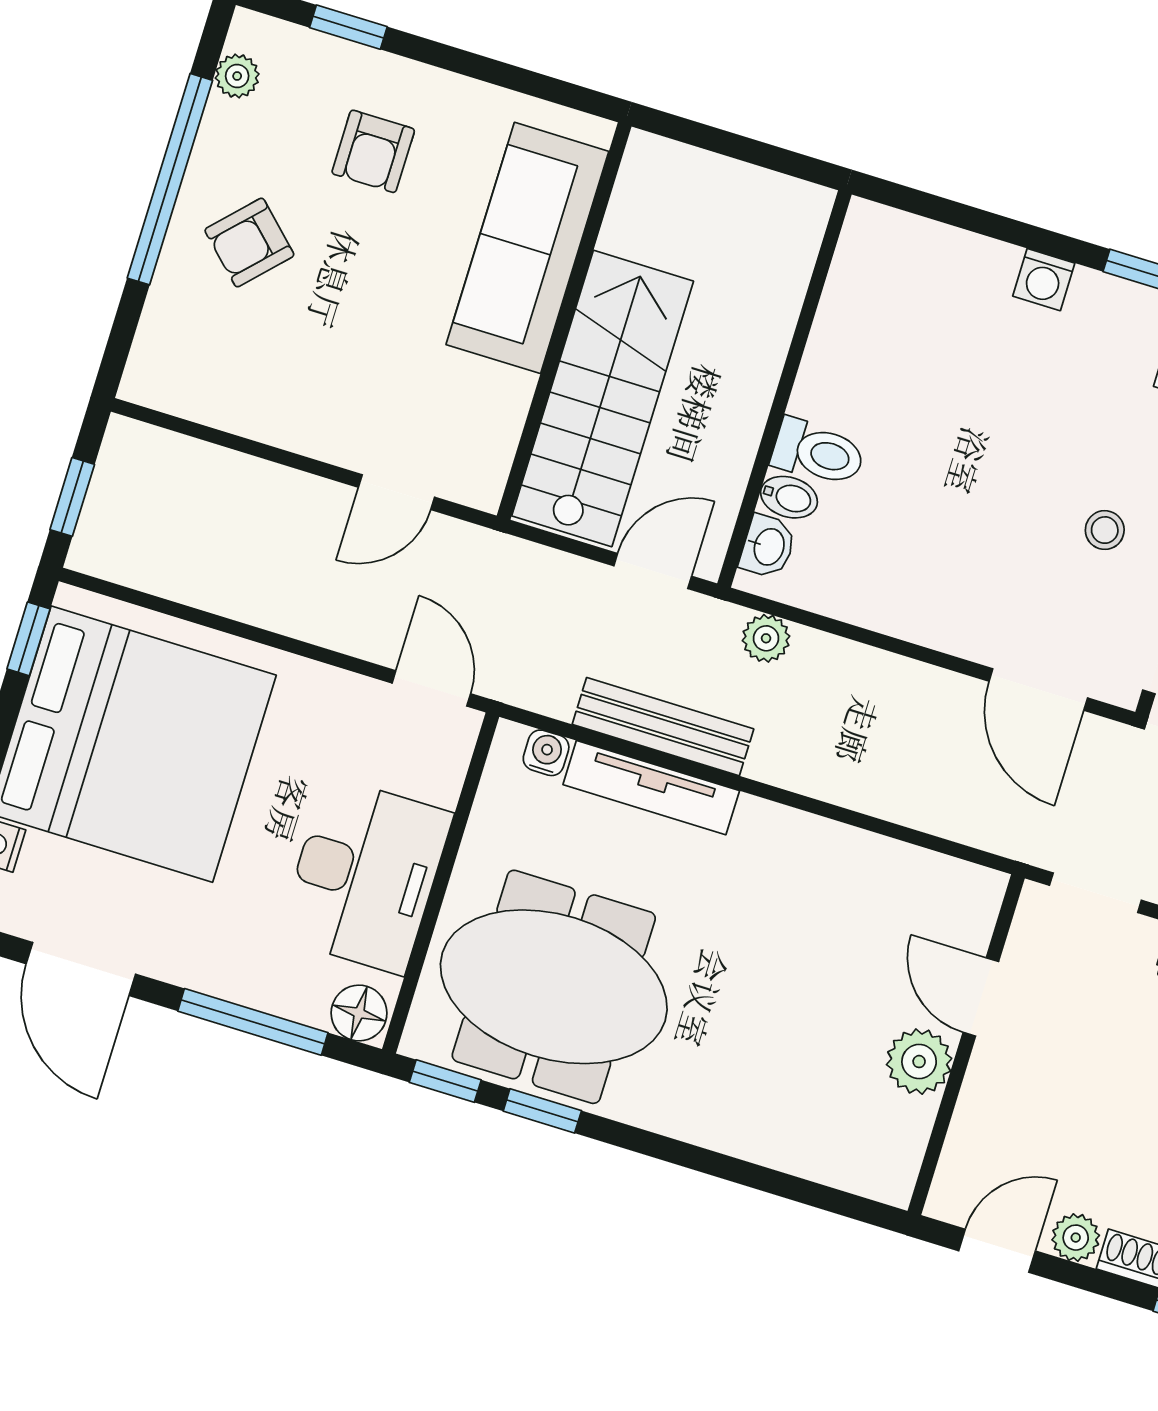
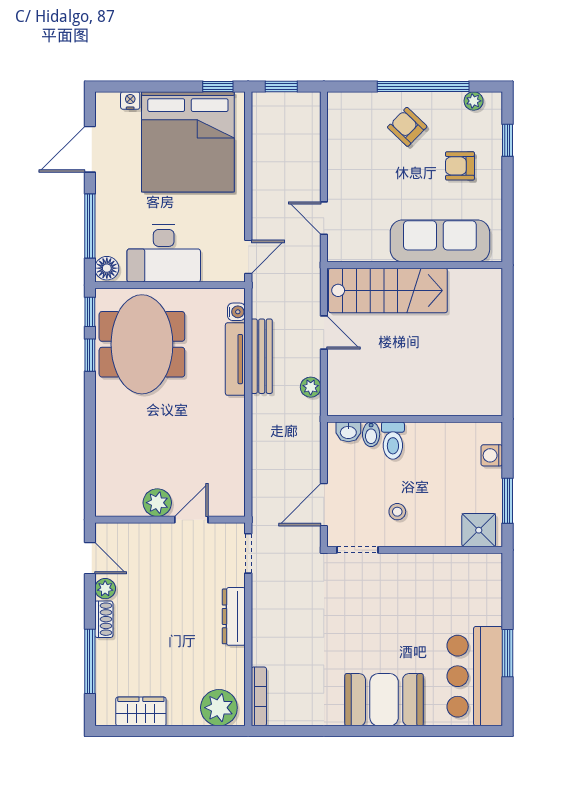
wall: (784, 389) -> (415, 419), moved
toilet: (818, 453) -> (393, 441), moved
bidet: (789, 497) -> (371, 434), moved
washbasin: (768, 546) -> (348, 432), moved

